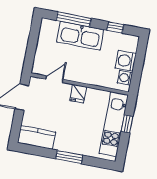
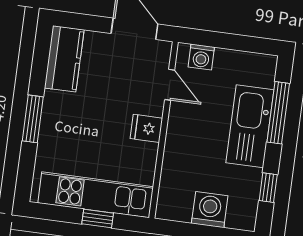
washing machine: (125, 78) -> (201, 57), moved, turned 180

